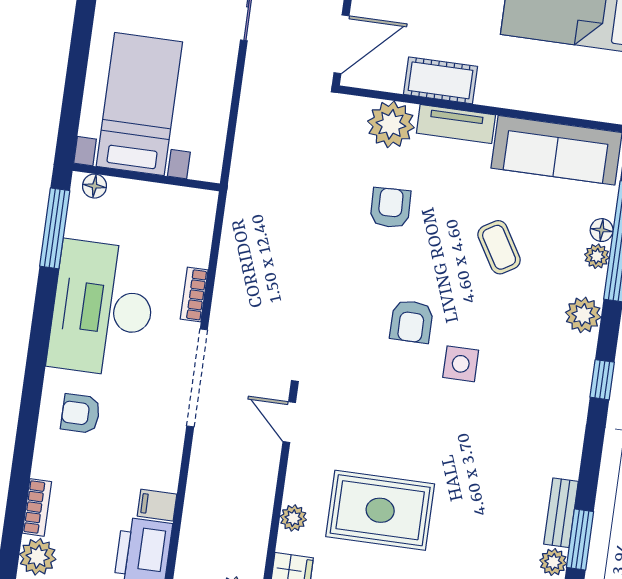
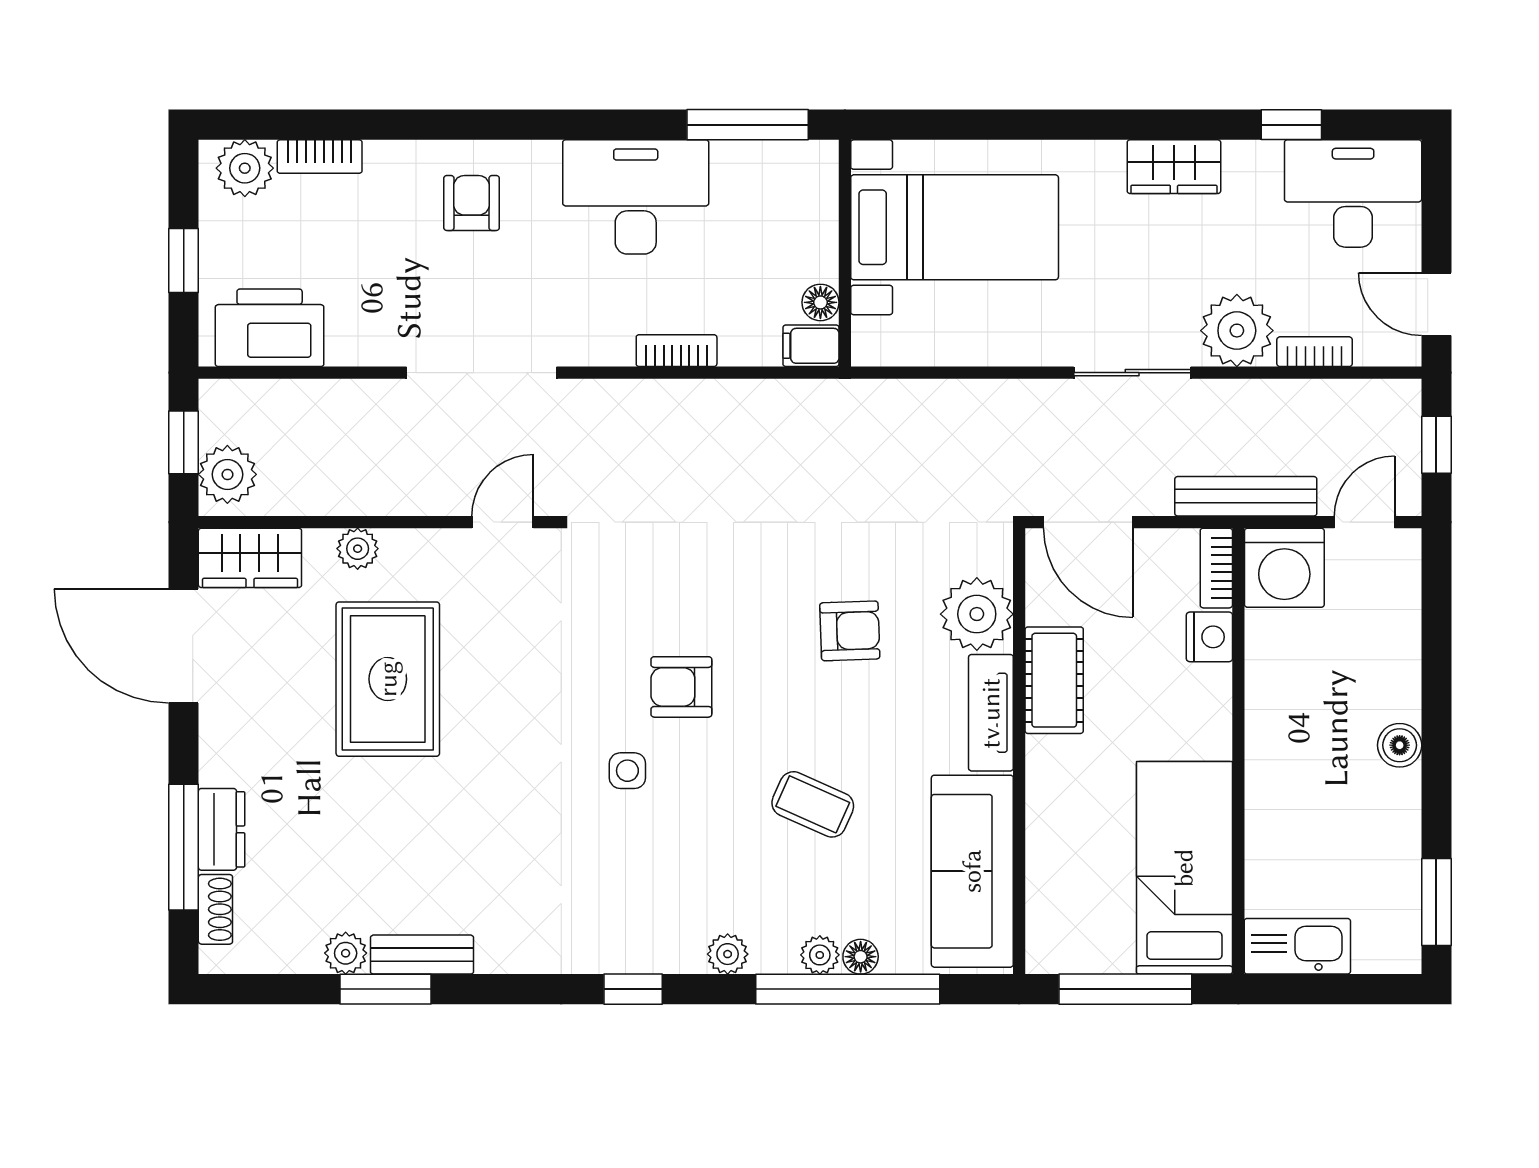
floor lamp: (94, 186) -> (820, 302), moved
coffee table: (499, 247) -> (813, 804), turned 55
desk: (102, 309) -> (636, 197), width x0.73, depth x0.77
plant: (583, 315) -> (728, 954), width x0.73, depth x0.73
side table: (461, 364) -> (627, 771), width x0.73, depth x0.73
doorway: (197, 378) -> (481, 373), moved
filing cabinet: (157, 505) -> (811, 346), moved, turned -90

